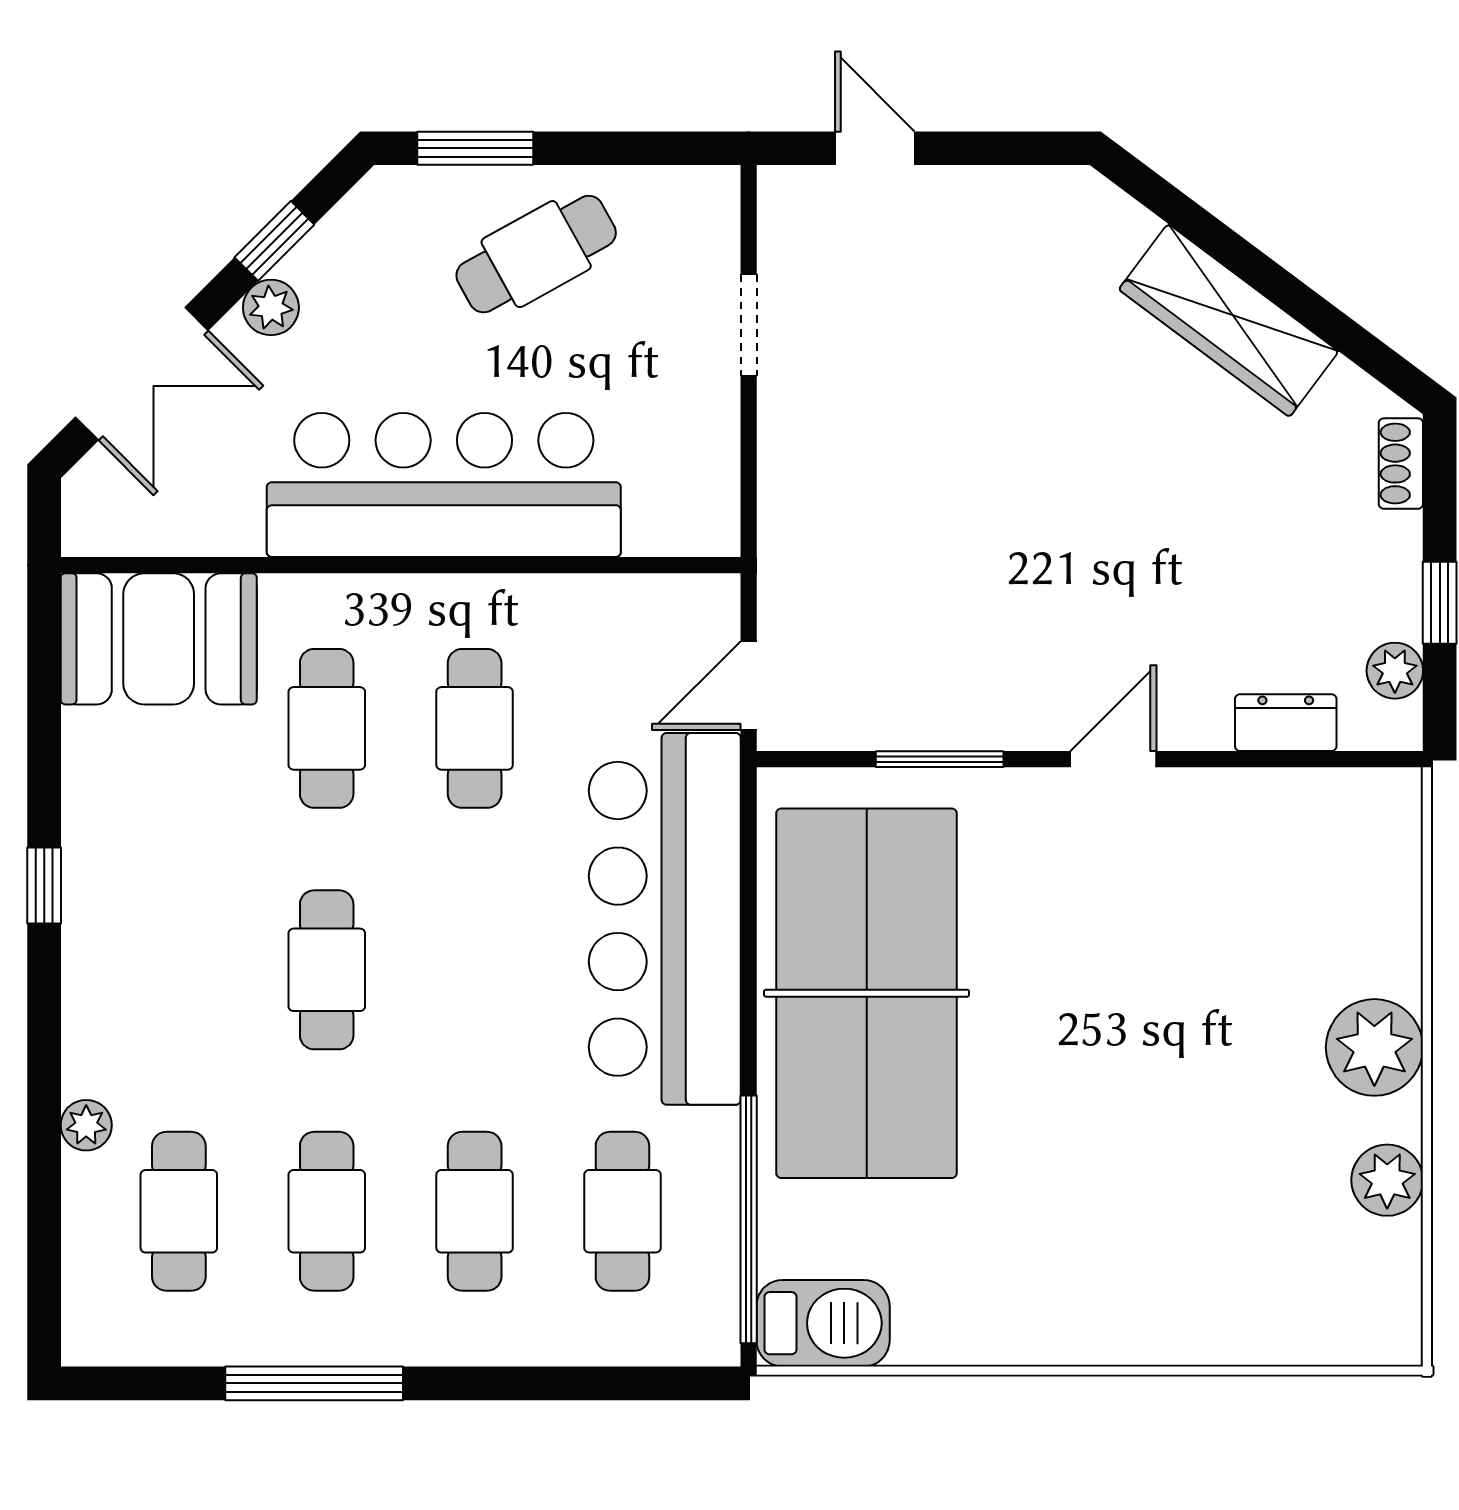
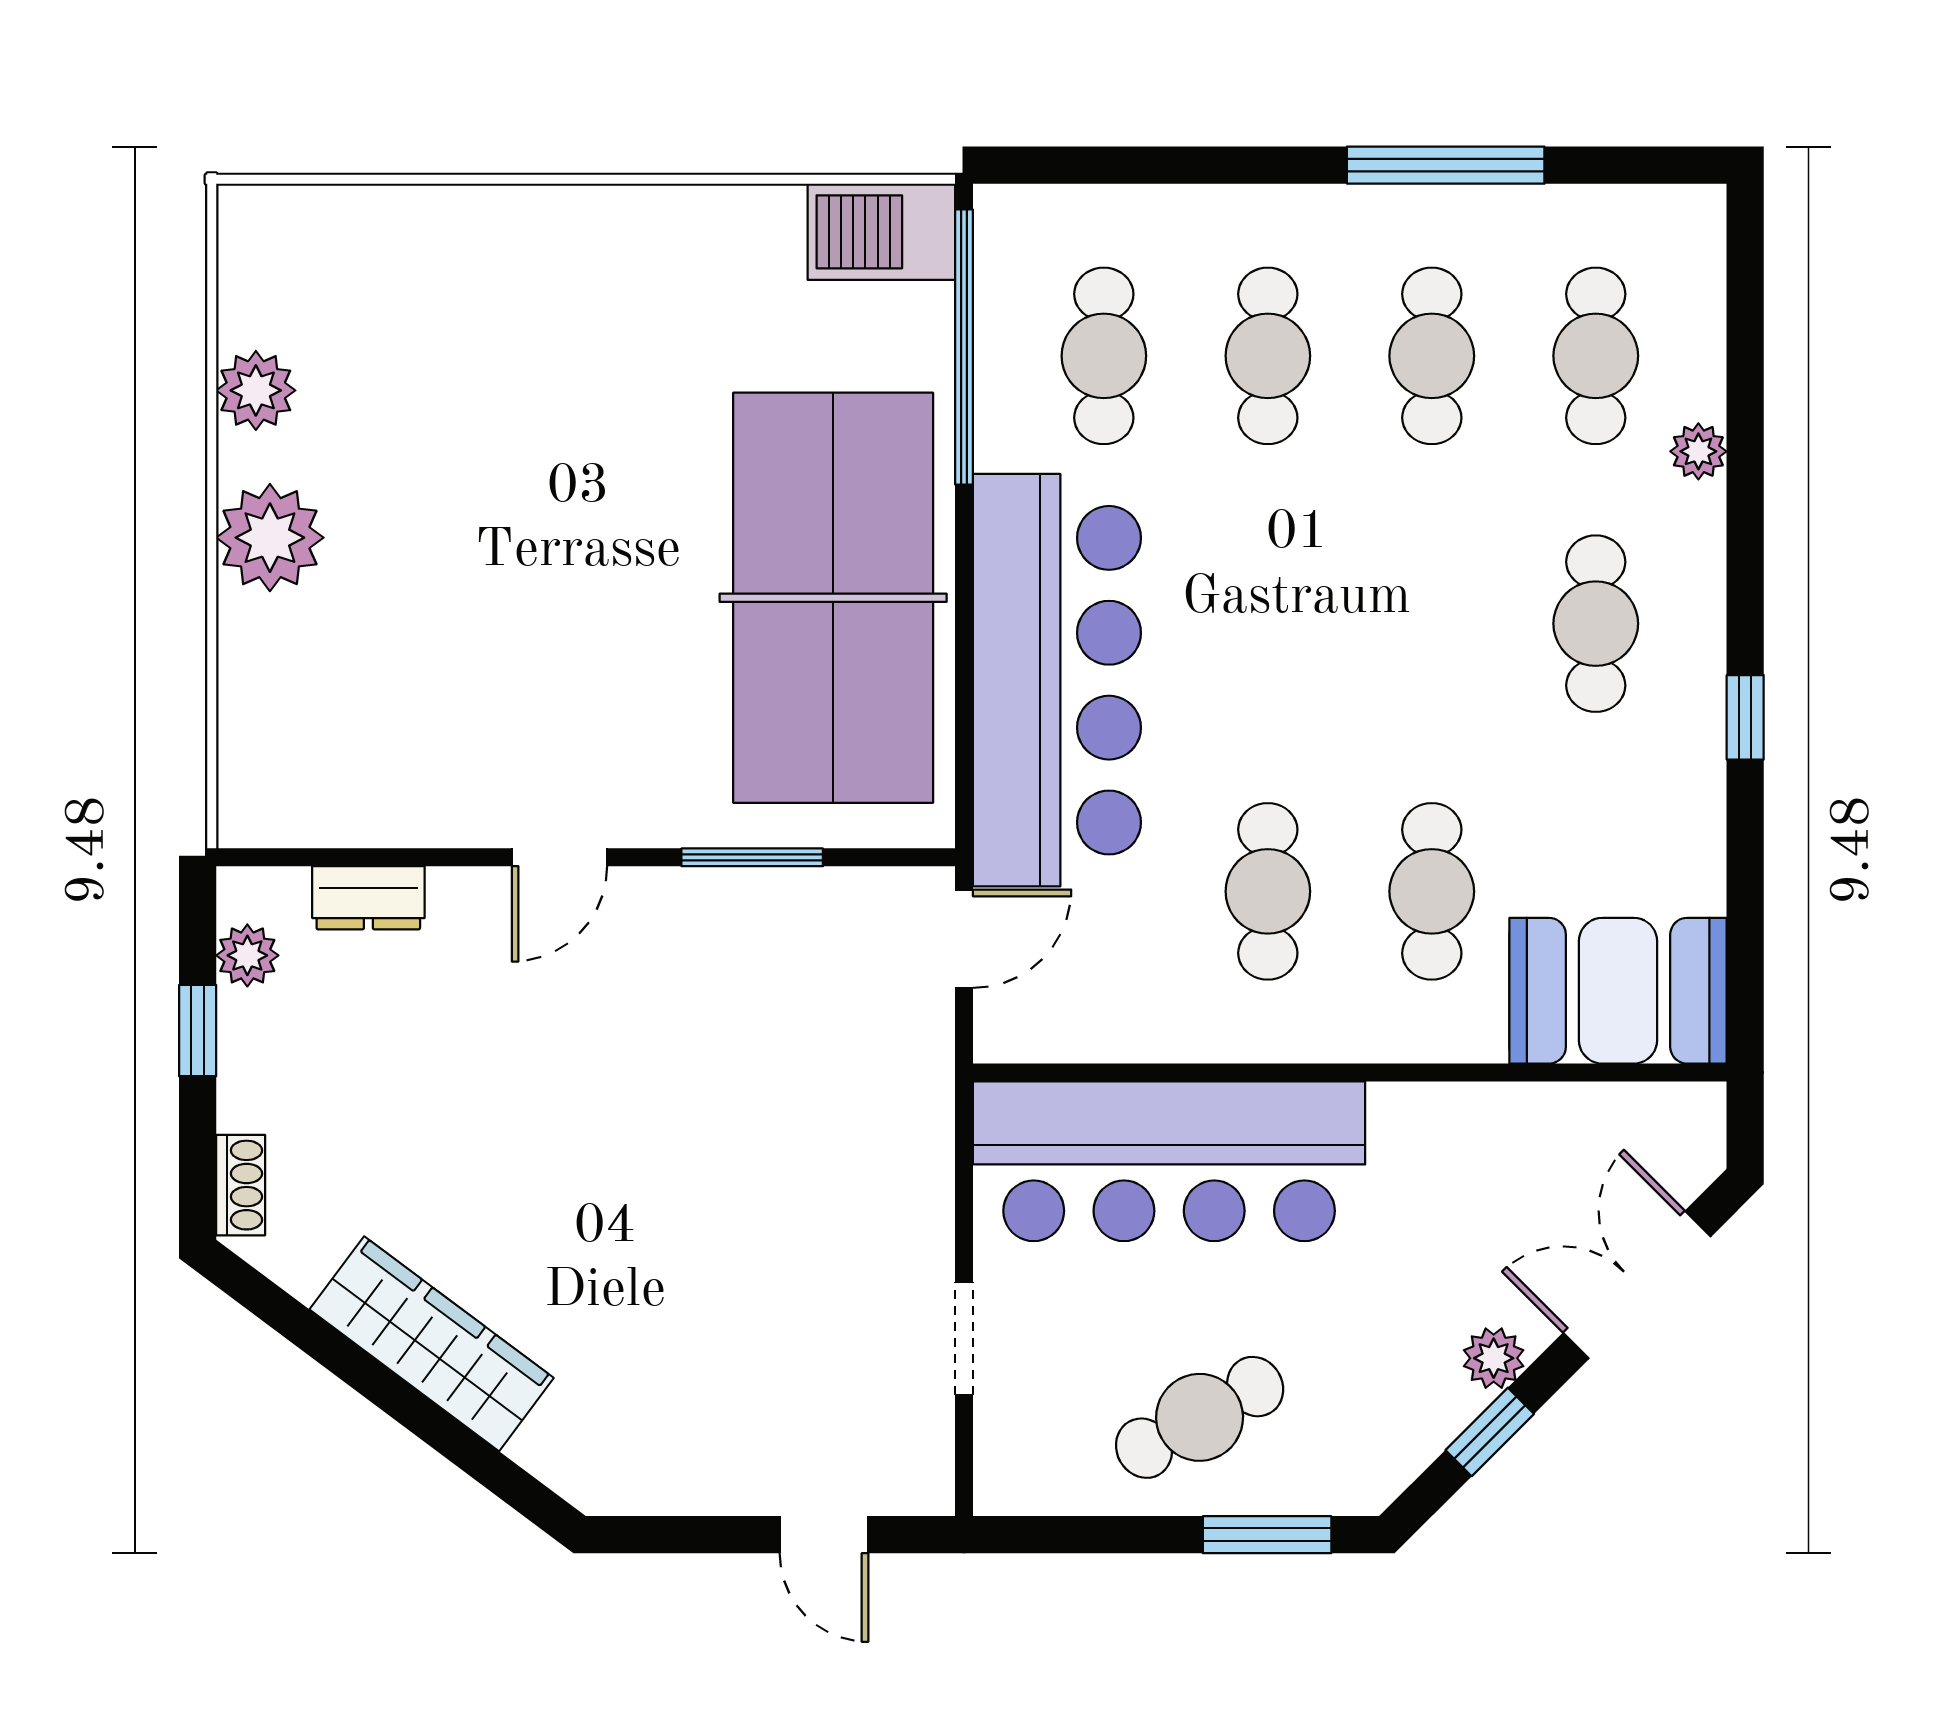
bar counter: (444, 485) -> (1169, 1161), moved
cafe table: (327, 970) -> (1596, 624), moved

